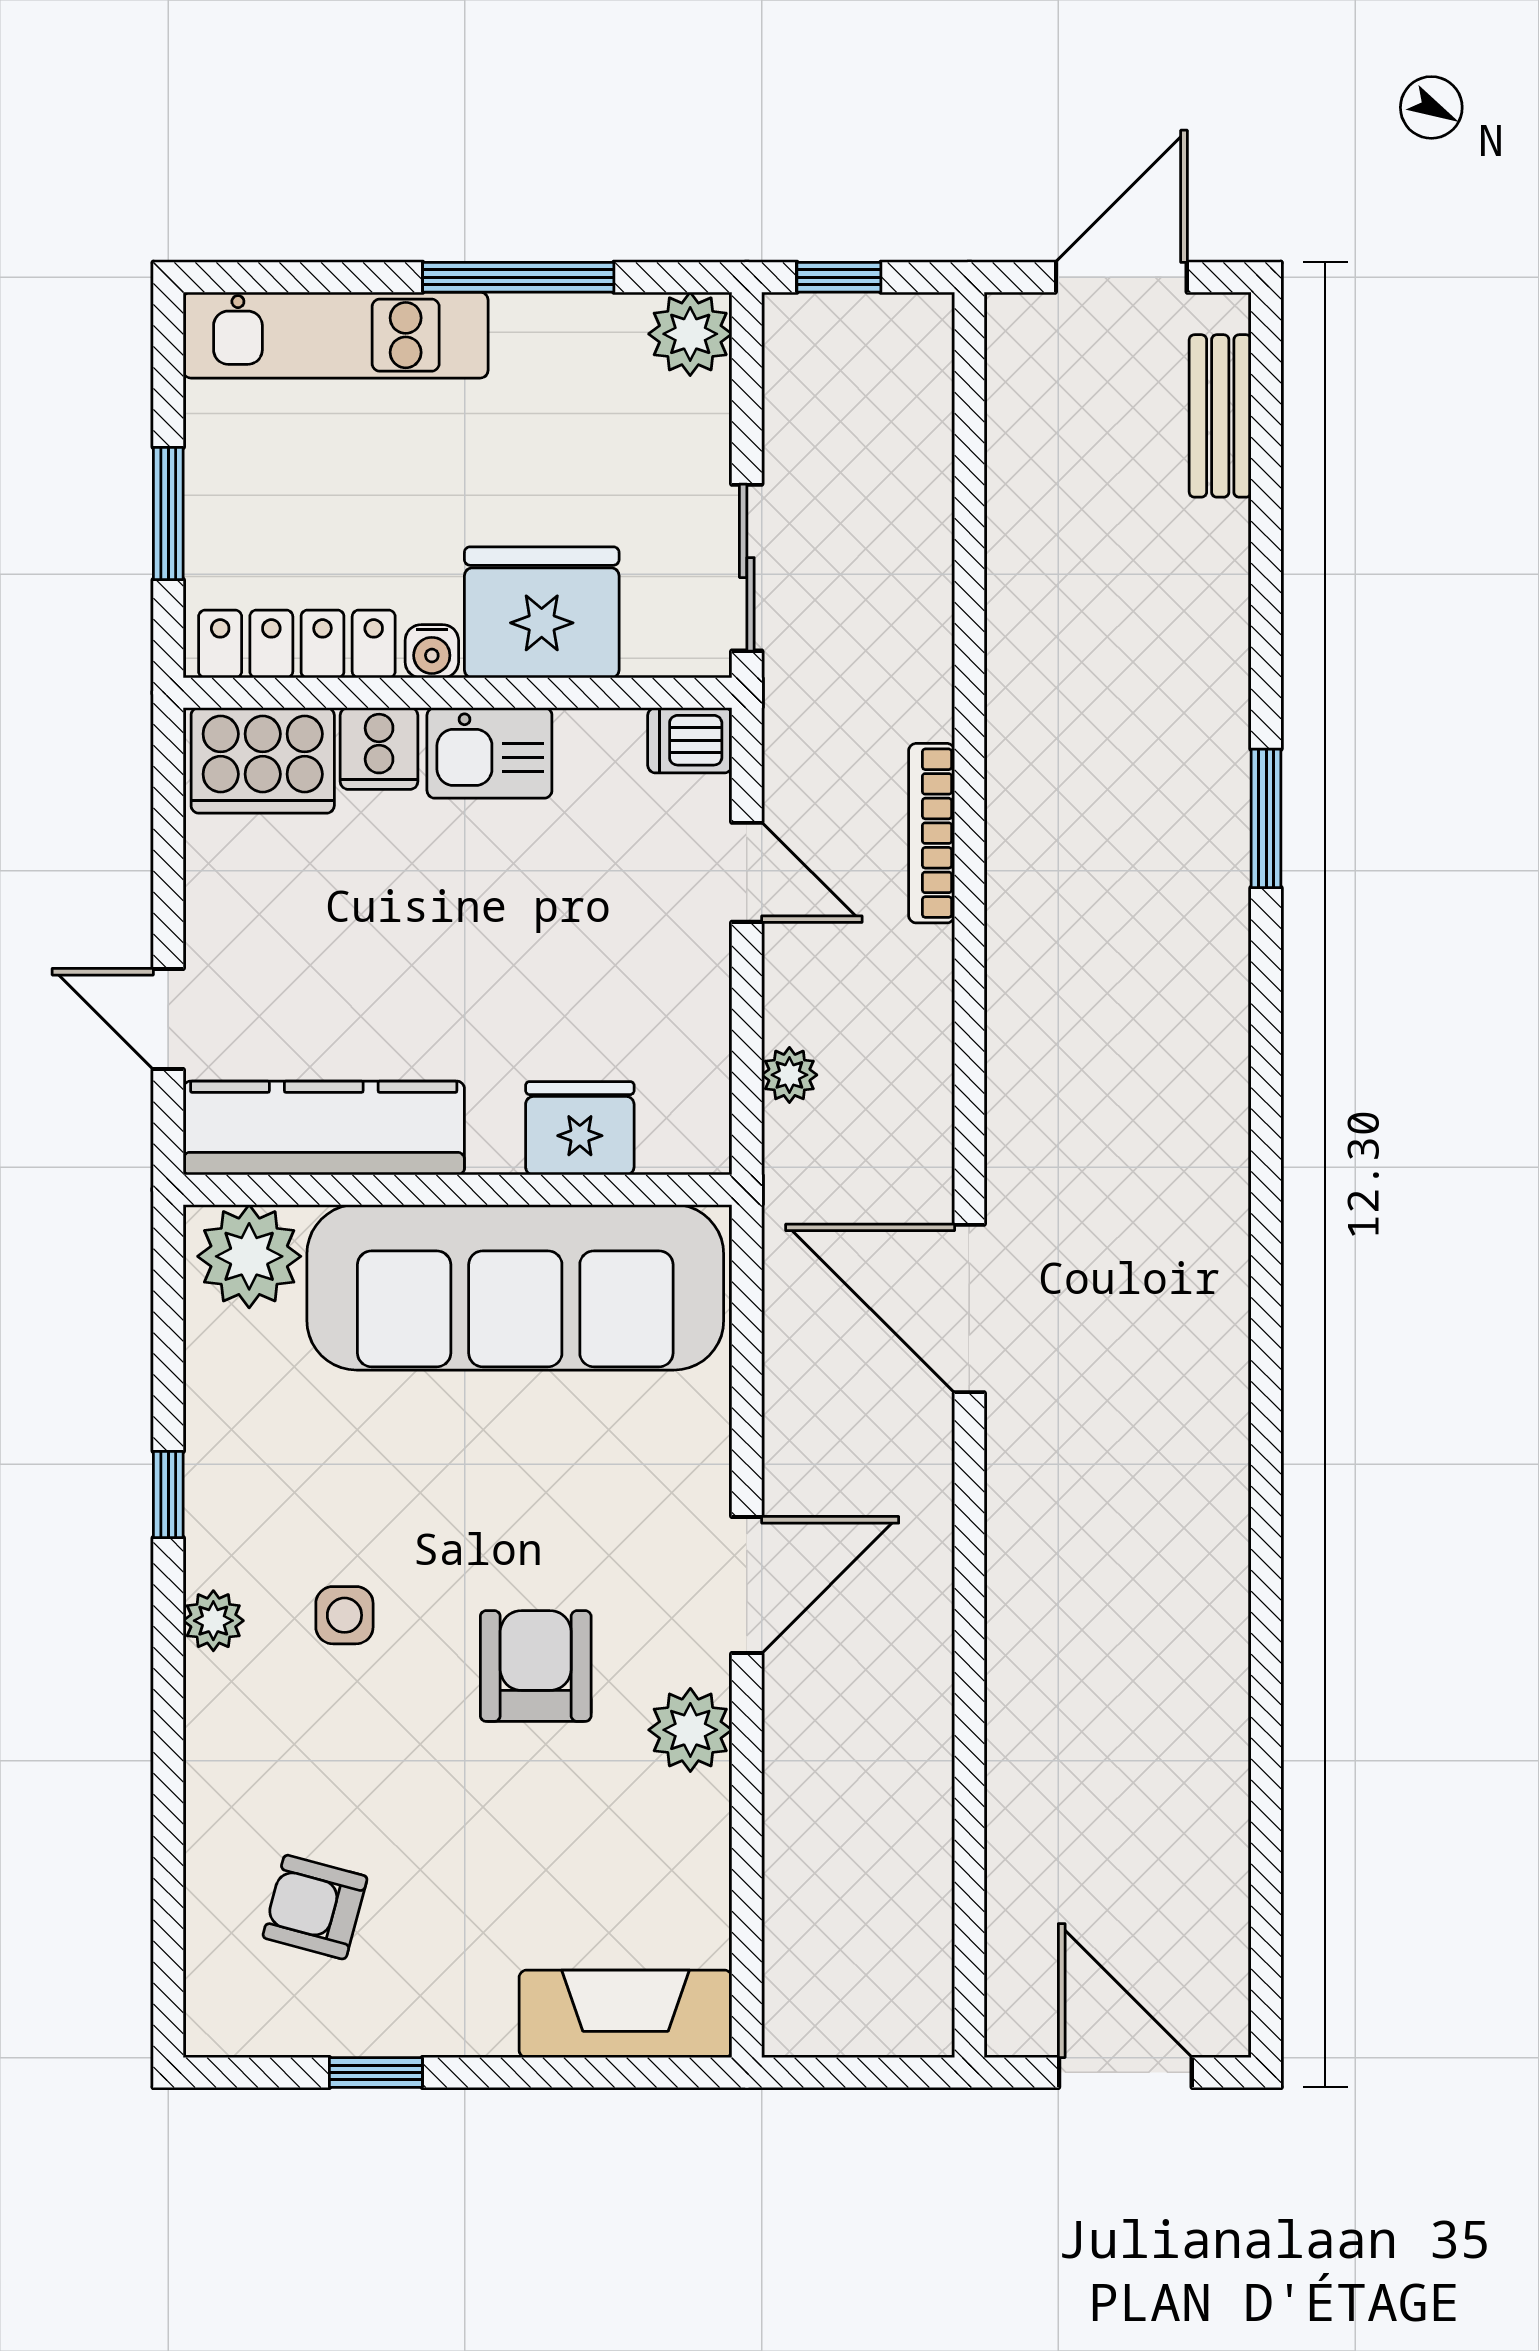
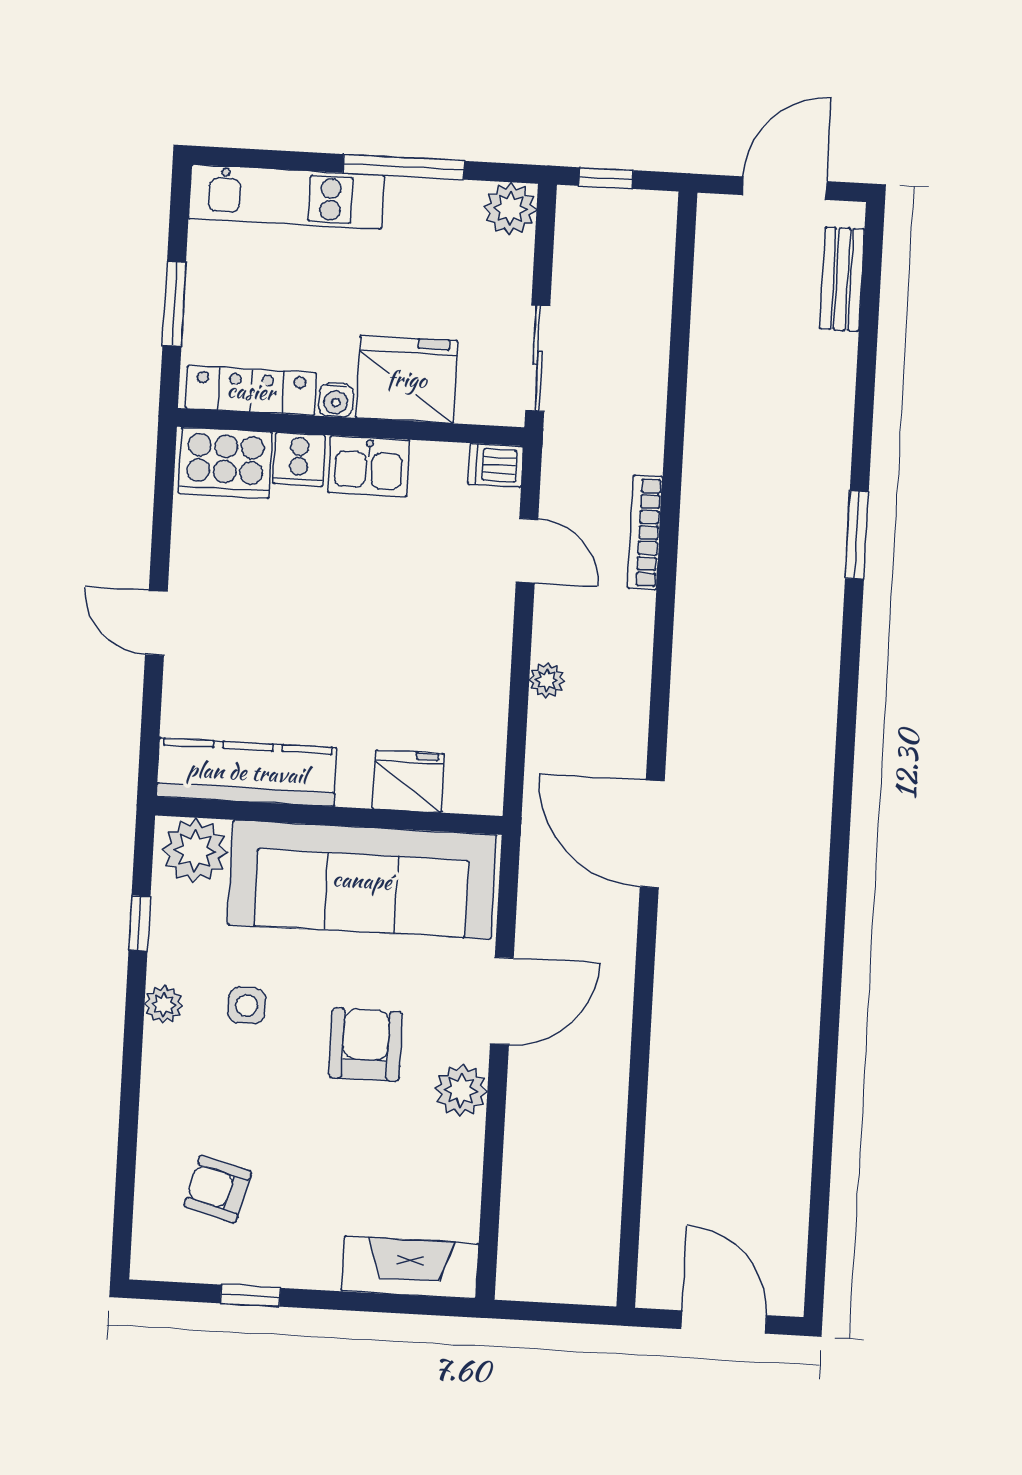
kitchen counter: (324, 1128) -> (247, 772), moved
fridge: (580, 1128) -> (408, 781), moved
wall: (458, 1190) -> (329, 816), moved
plant: (249, 1256) -> (195, 851), moved
sofa: (515, 1287) -> (362, 880), moved

